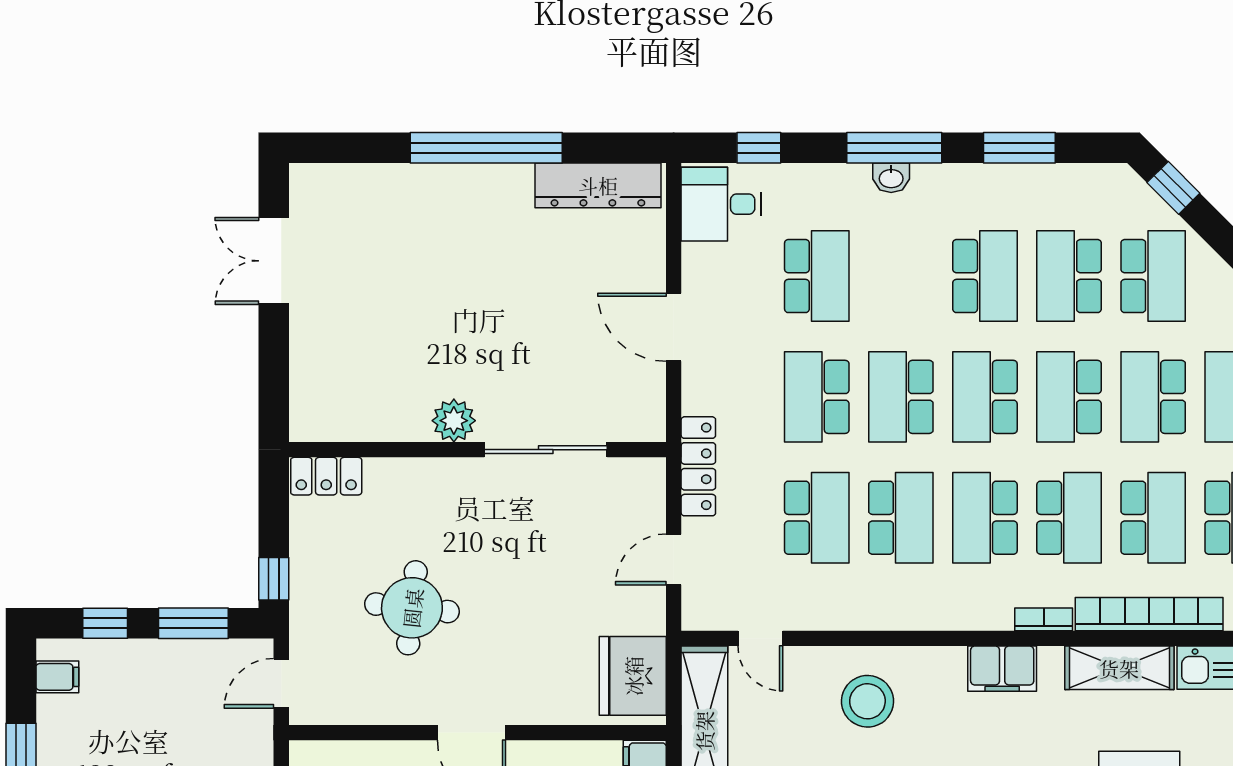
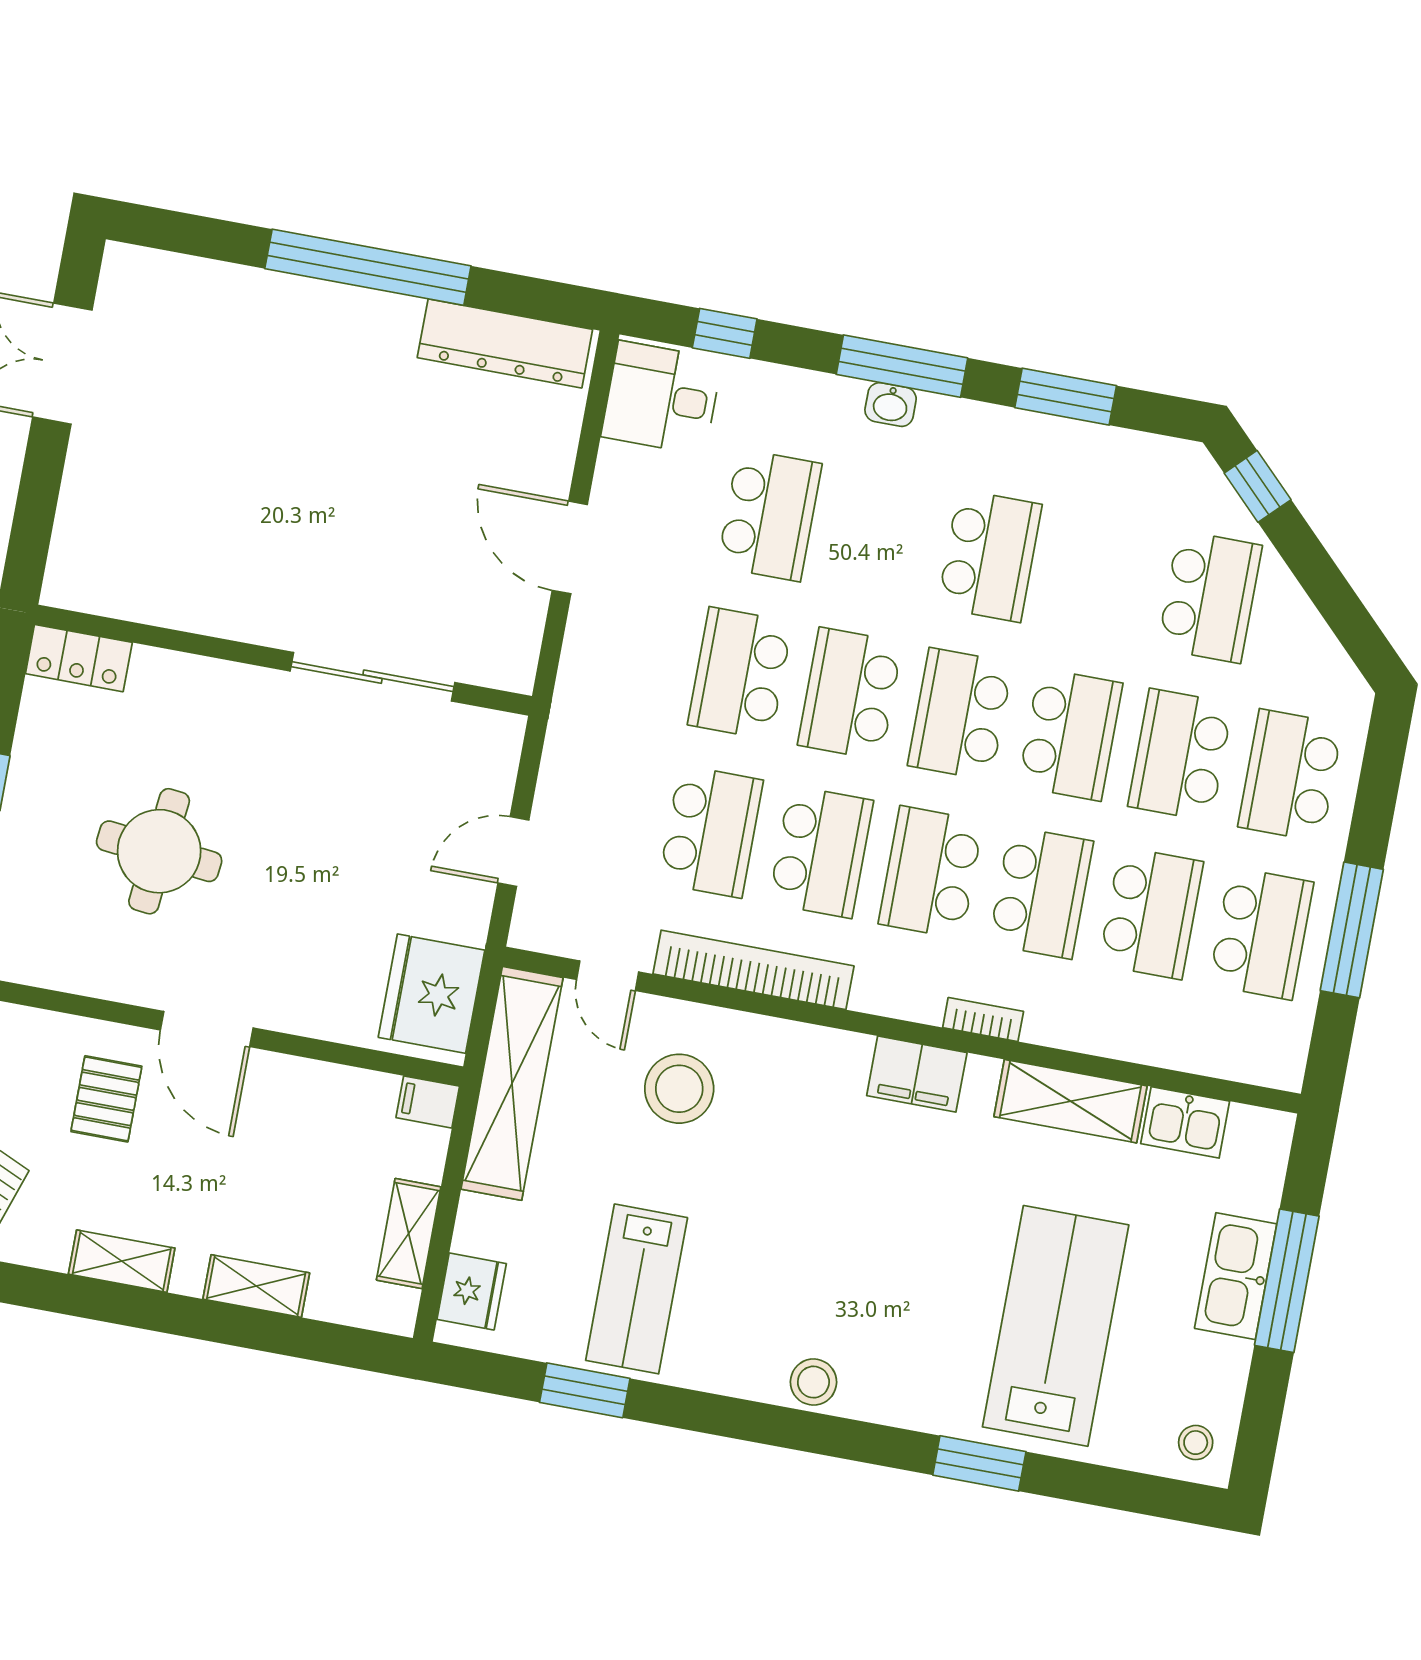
school desk: (1069, 276) -> (1100, 576), removed
school desk: (1069, 397) -> (1070, 735), turned 180
plant: (454, 421) -> (259, 616), removed
locker: (698, 466) -> (568, 735), removed
bookcase: (1149, 614) -> (753, 970), moved
stool: (867, 701) -> (679, 1089), moved

